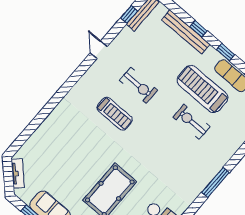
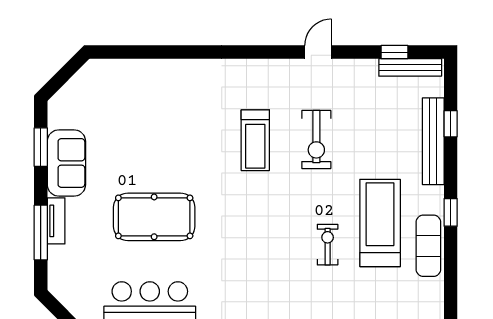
window: (198, 29) -> (451, 124), moved
exercise bike: (192, 122) -> (328, 245), width x0.73, depth x0.72
tv unit: (18, 173) -> (78, 83), removed

